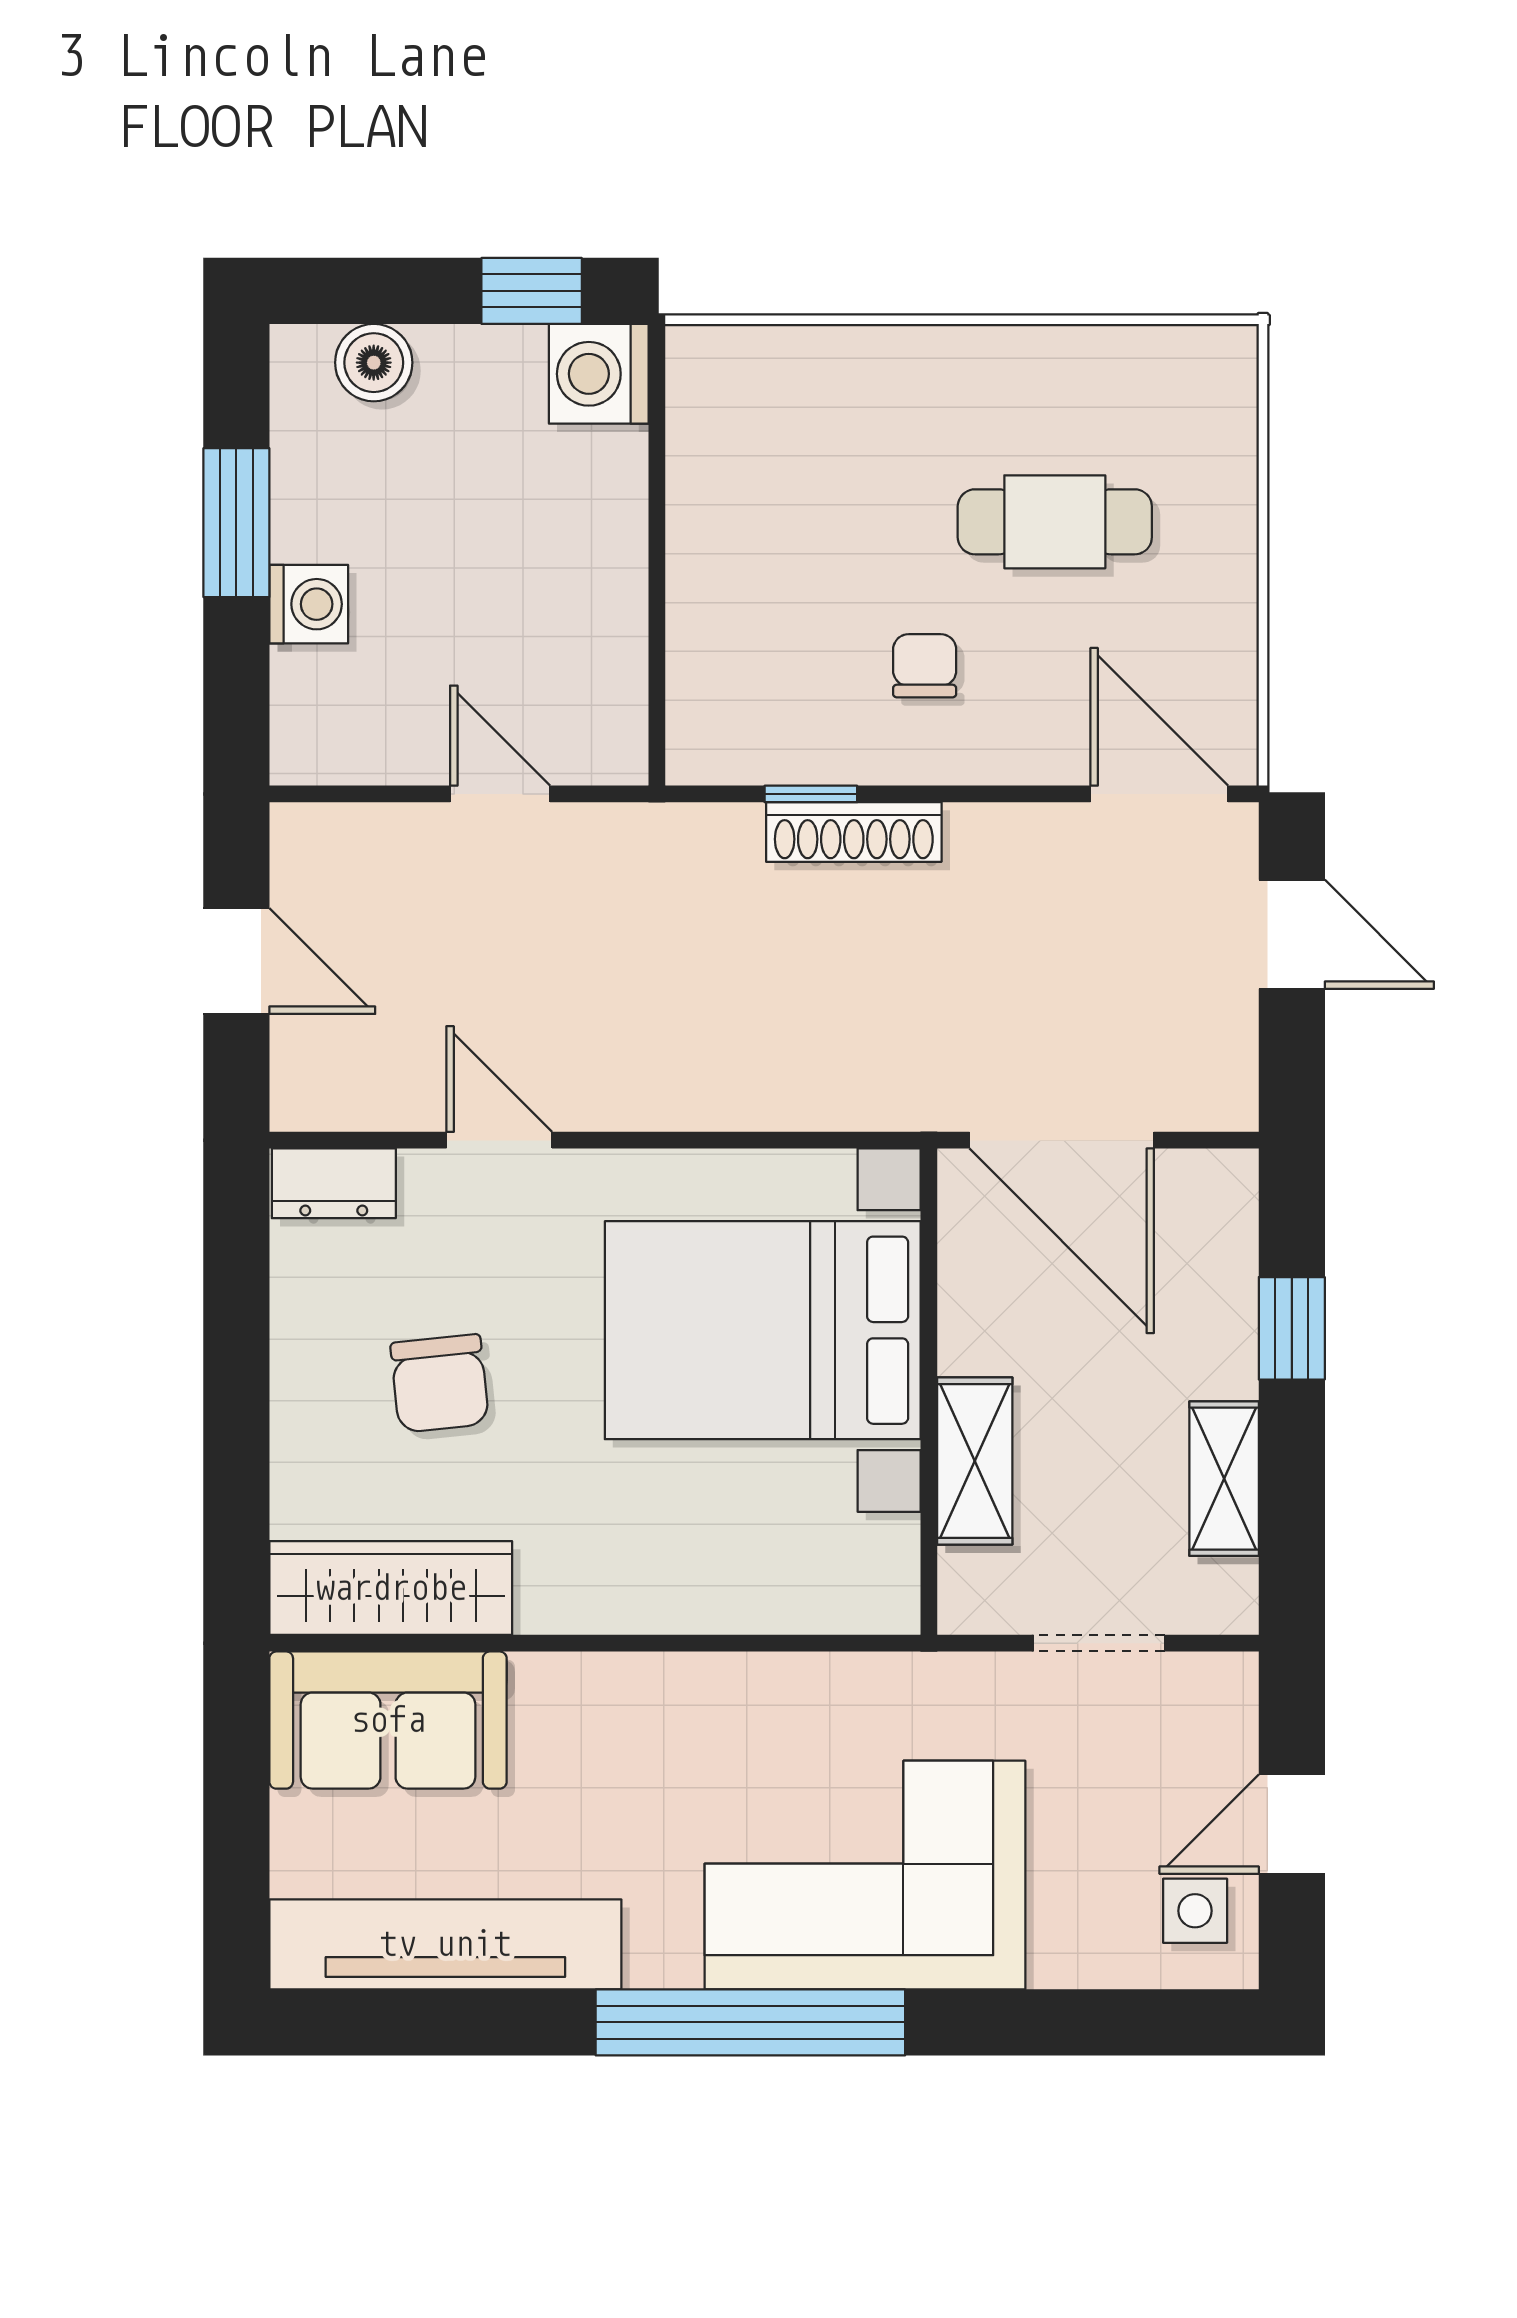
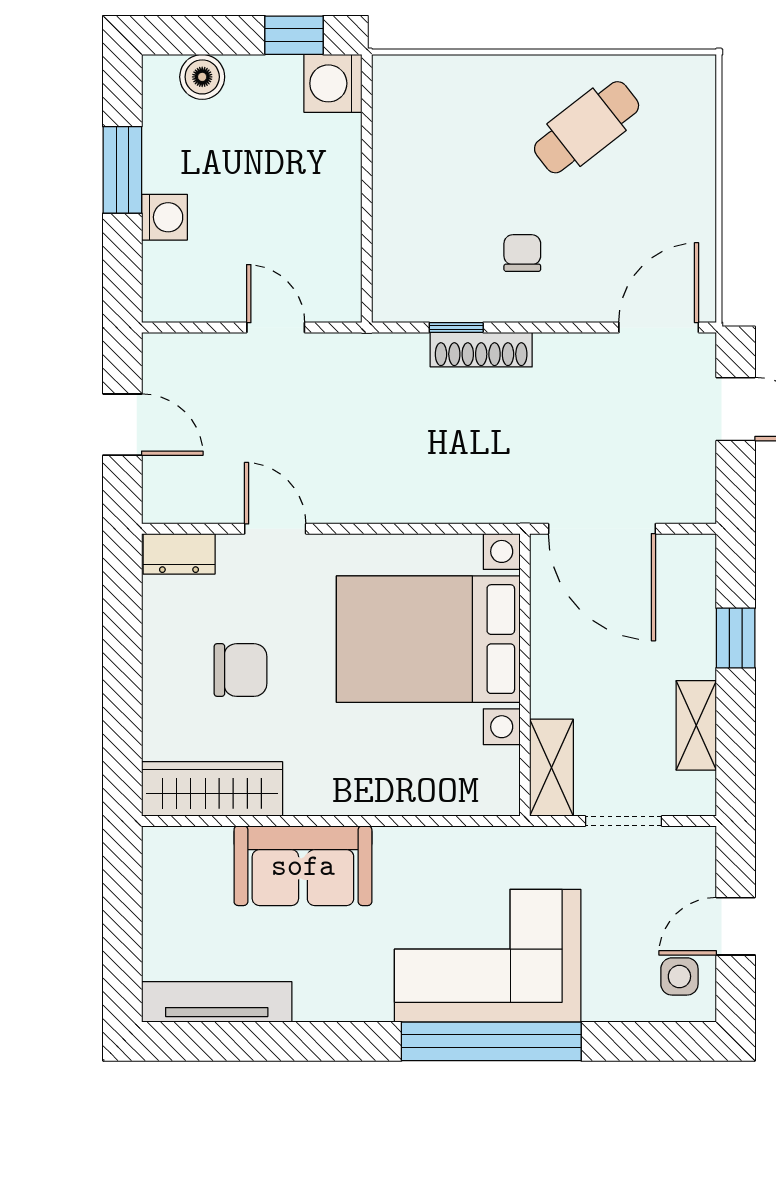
cafe table: (1055, 522) -> (587, 127), moved, turned -38
door: (1159, 794) -> (659, 328), hinge flipped
chair: (440, 1383) -> (241, 670), turned -84
shelving: (975, 1461) -> (551, 768), moved
sofa: (388, 1720) -> (303, 866), moved
tv unit: (445, 1944) -> (217, 1002), width x0.73, depth x0.78
window: (750, 2022) -> (491, 1041), moved

